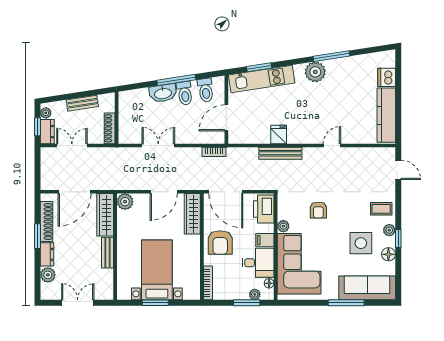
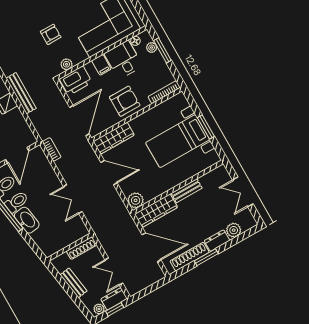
door: (226, 118) -> (17, 155), hinge flipped
plant: (283, 226) -> (67, 64), moved

